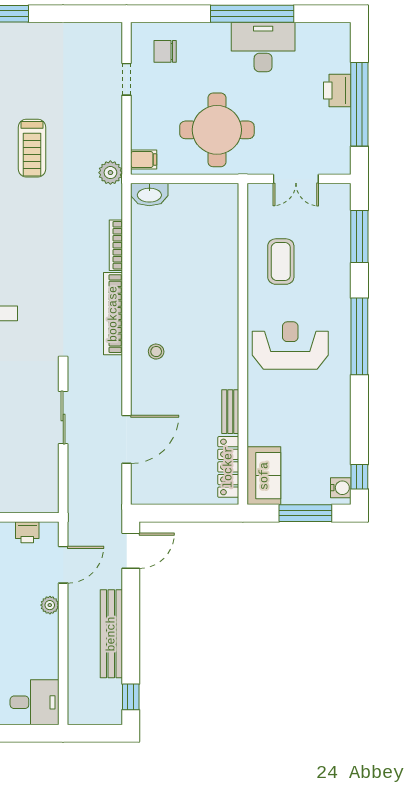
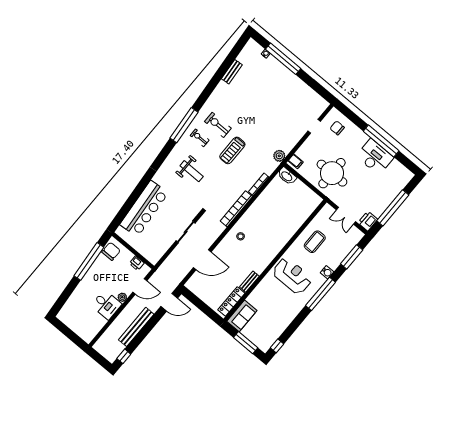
printer: (337, 90) -> (368, 221), moved
treadmill: (32, 148) -> (232, 150), moved
water cooler: (341, 488) -> (327, 272), moved
desk: (35, 702) -> (106, 305), moved

